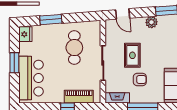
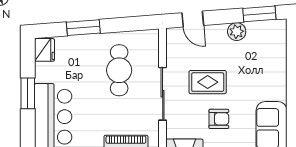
rug: (132, 55) -> (208, 82), turned 90

